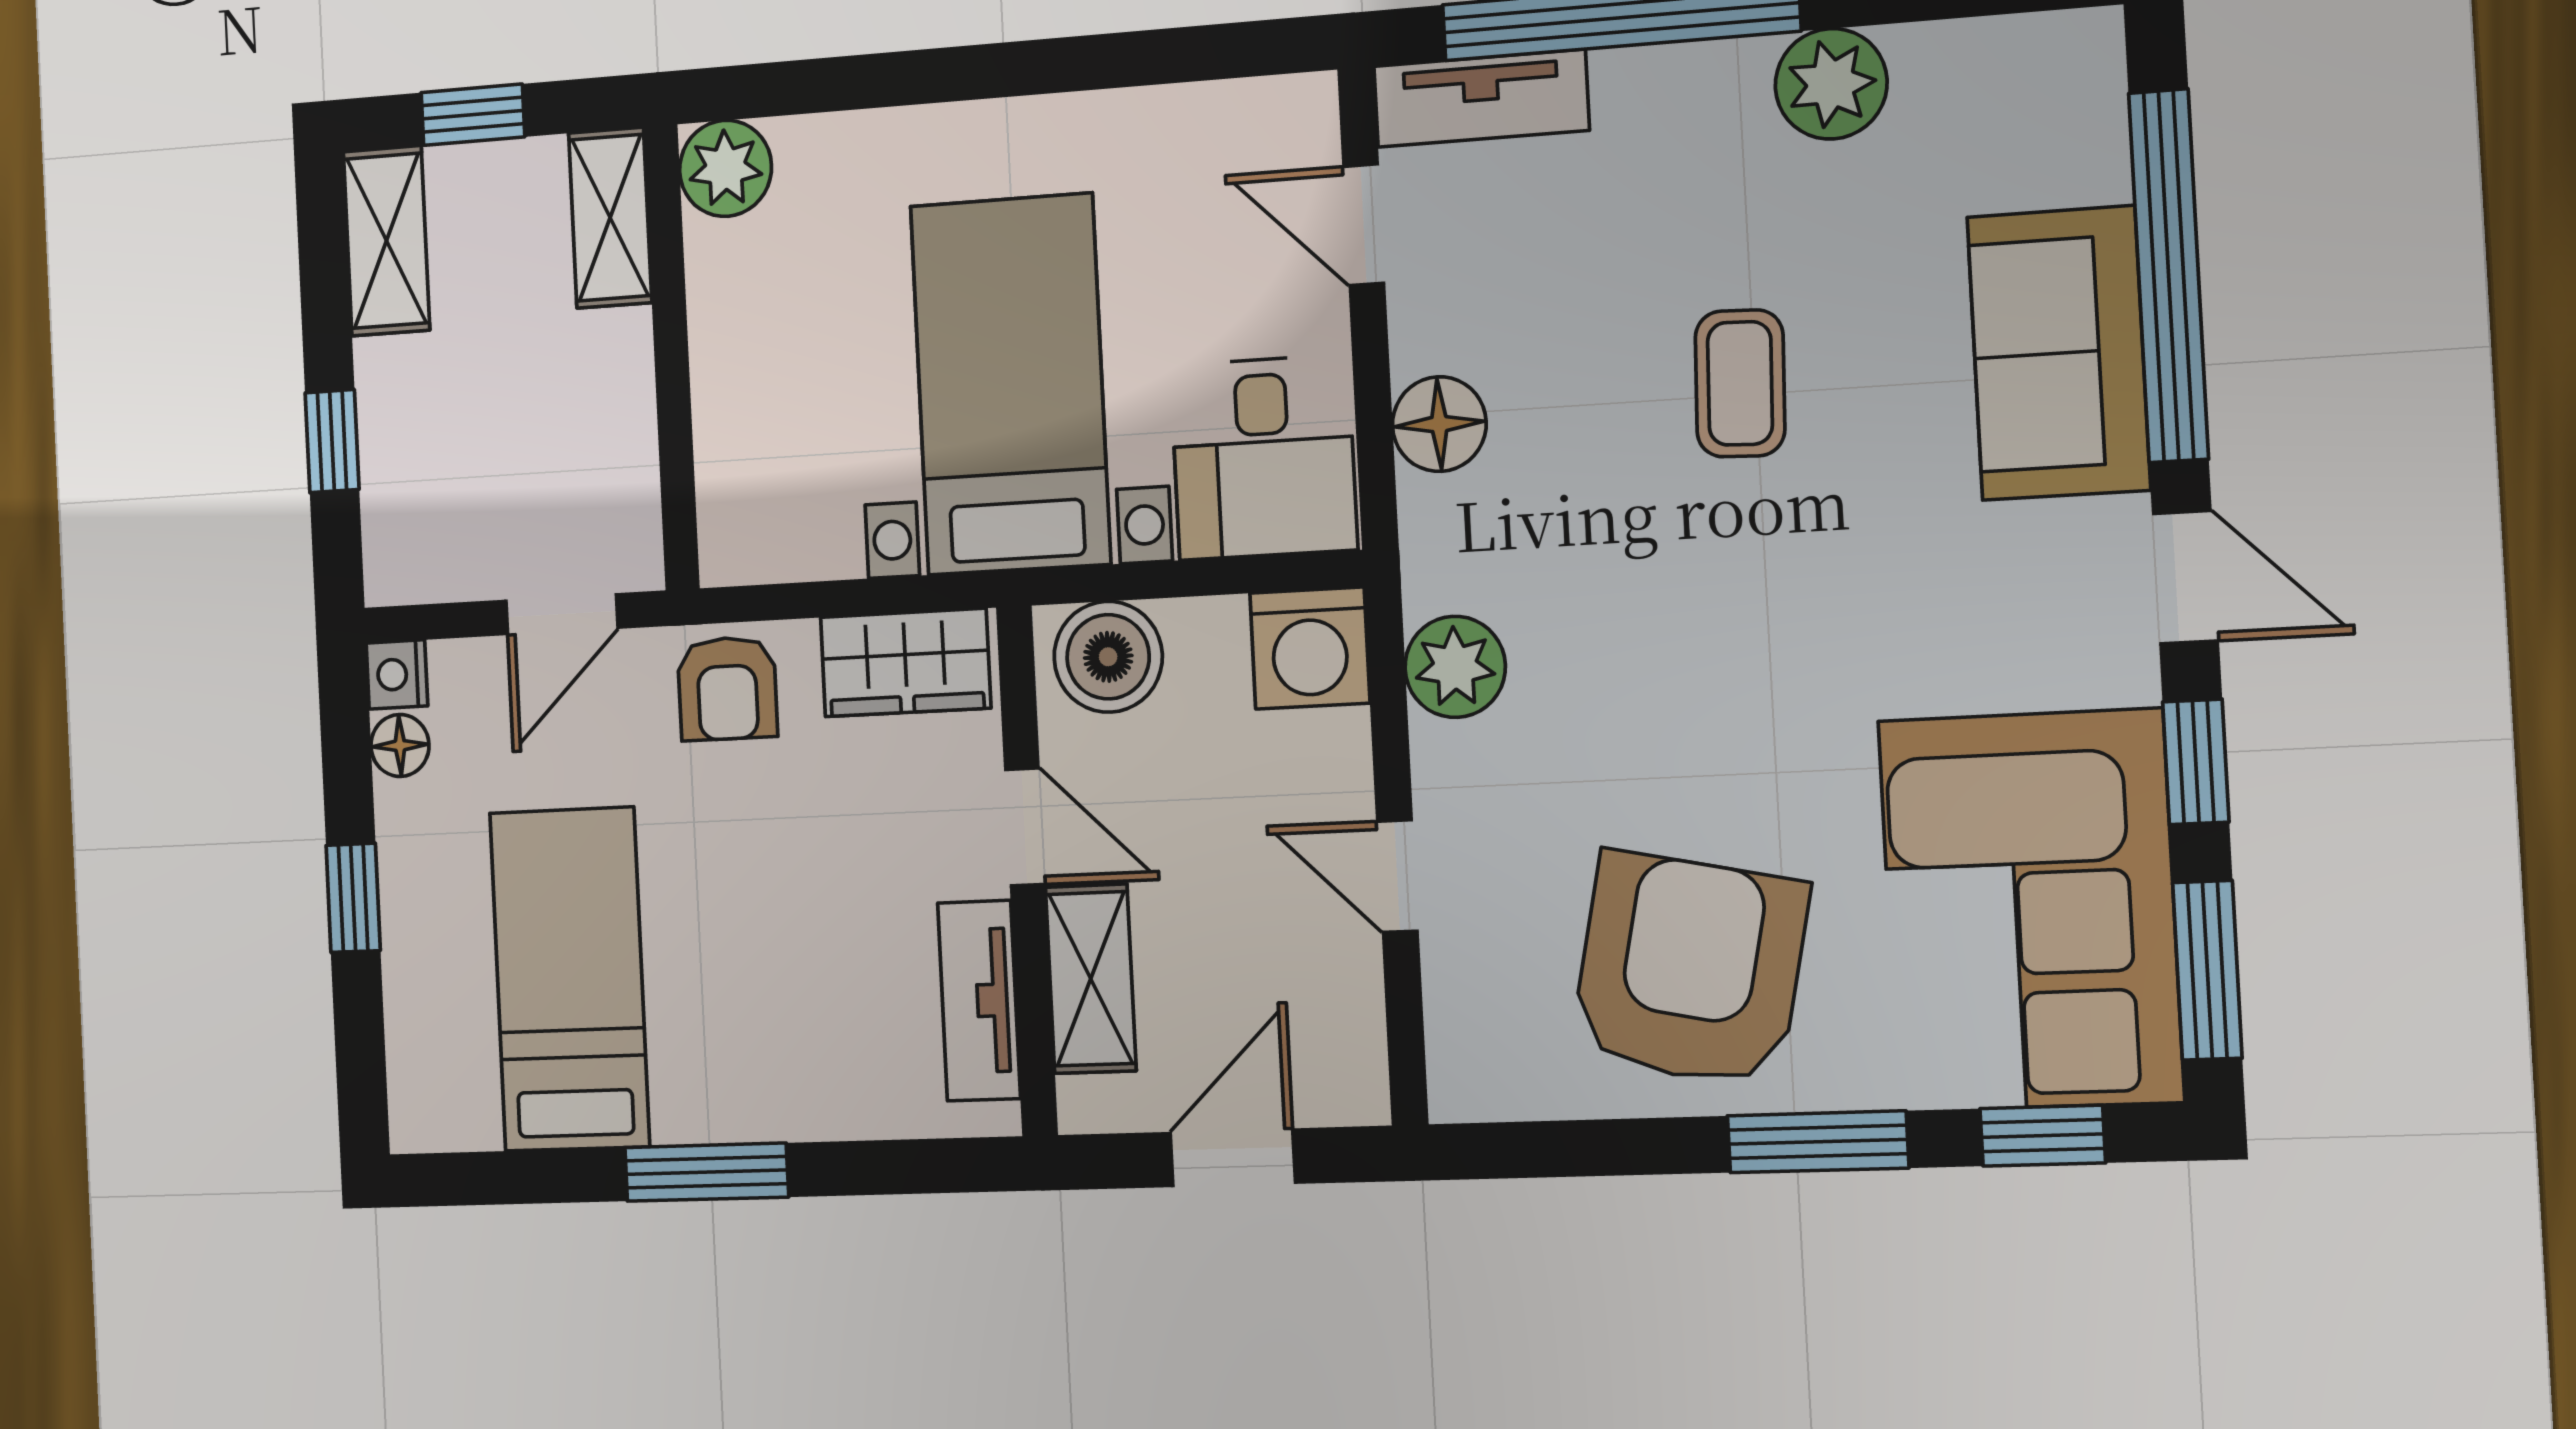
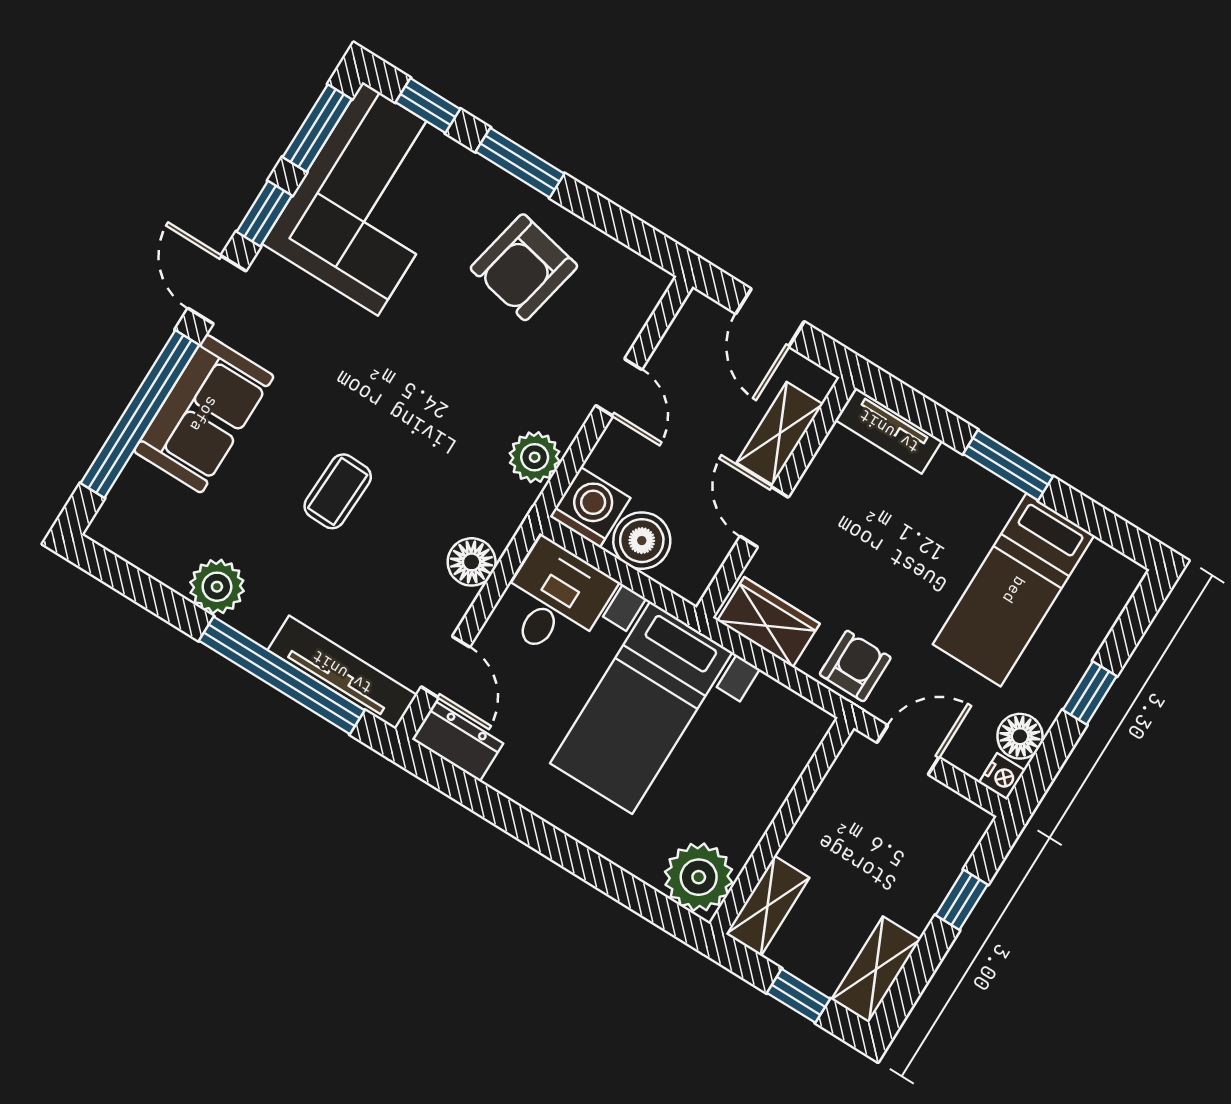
tv unit: (1481, 98) -> (342, 672), width x1.41
dresser: (1262, 120) -> (457, 741), added
plant: (725, 168) -> (699, 877), width x1.36, depth x1.36
boiler: (1108, 657) -> (642, 541), moved
floor lamp: (400, 745) -> (1020, 736), width x1.37, depth x1.37
armchair: (1689, 970) -> (524, 267), width x0.73, depth x0.73
tv unit: (979, 1001) -> (889, 431), moved, turned 90
door: (1233, 1158) -> (770, 318), hinge flipped

